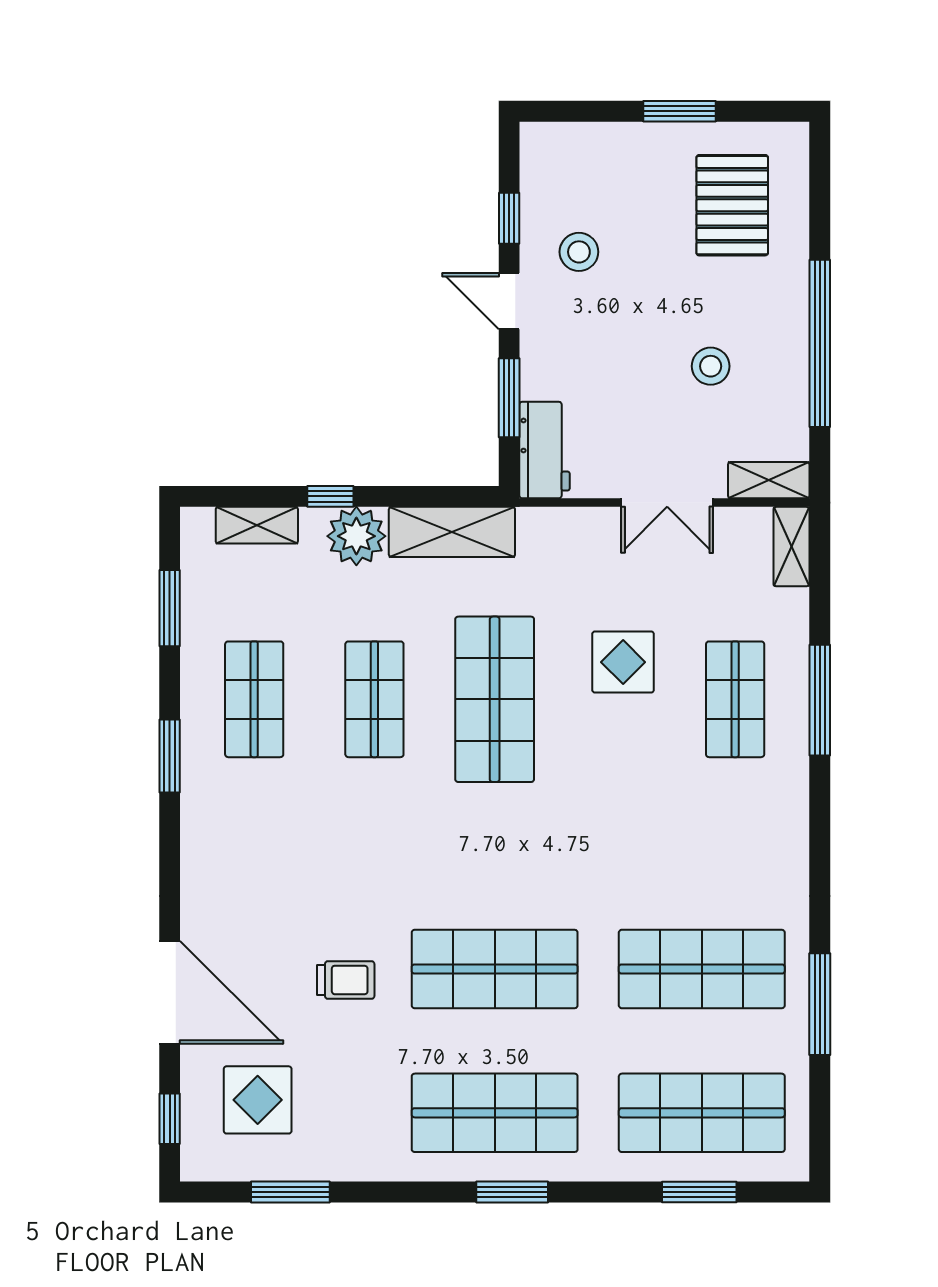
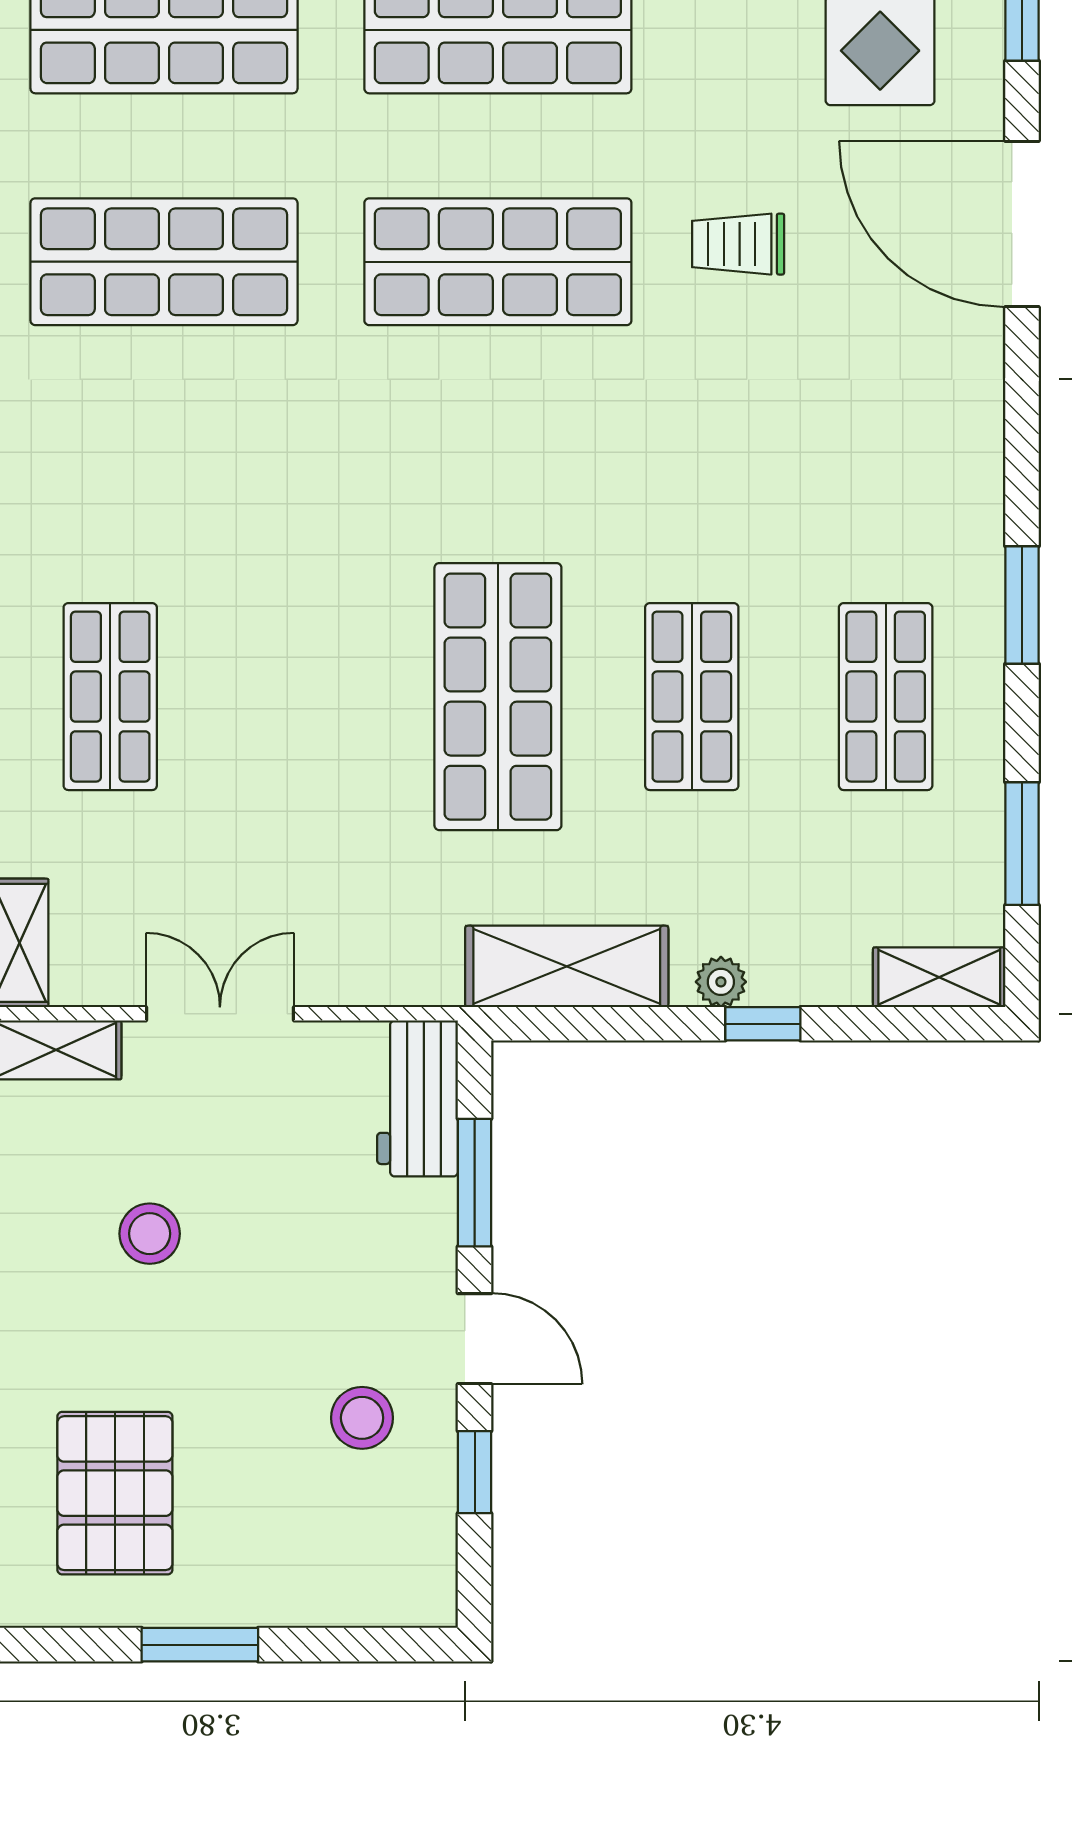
shelving: (257, 525) -> (939, 977), moved
plant: (356, 536) -> (721, 982), width x0.53, depth x0.53
display table: (623, 662) -> (291, 757), removed

